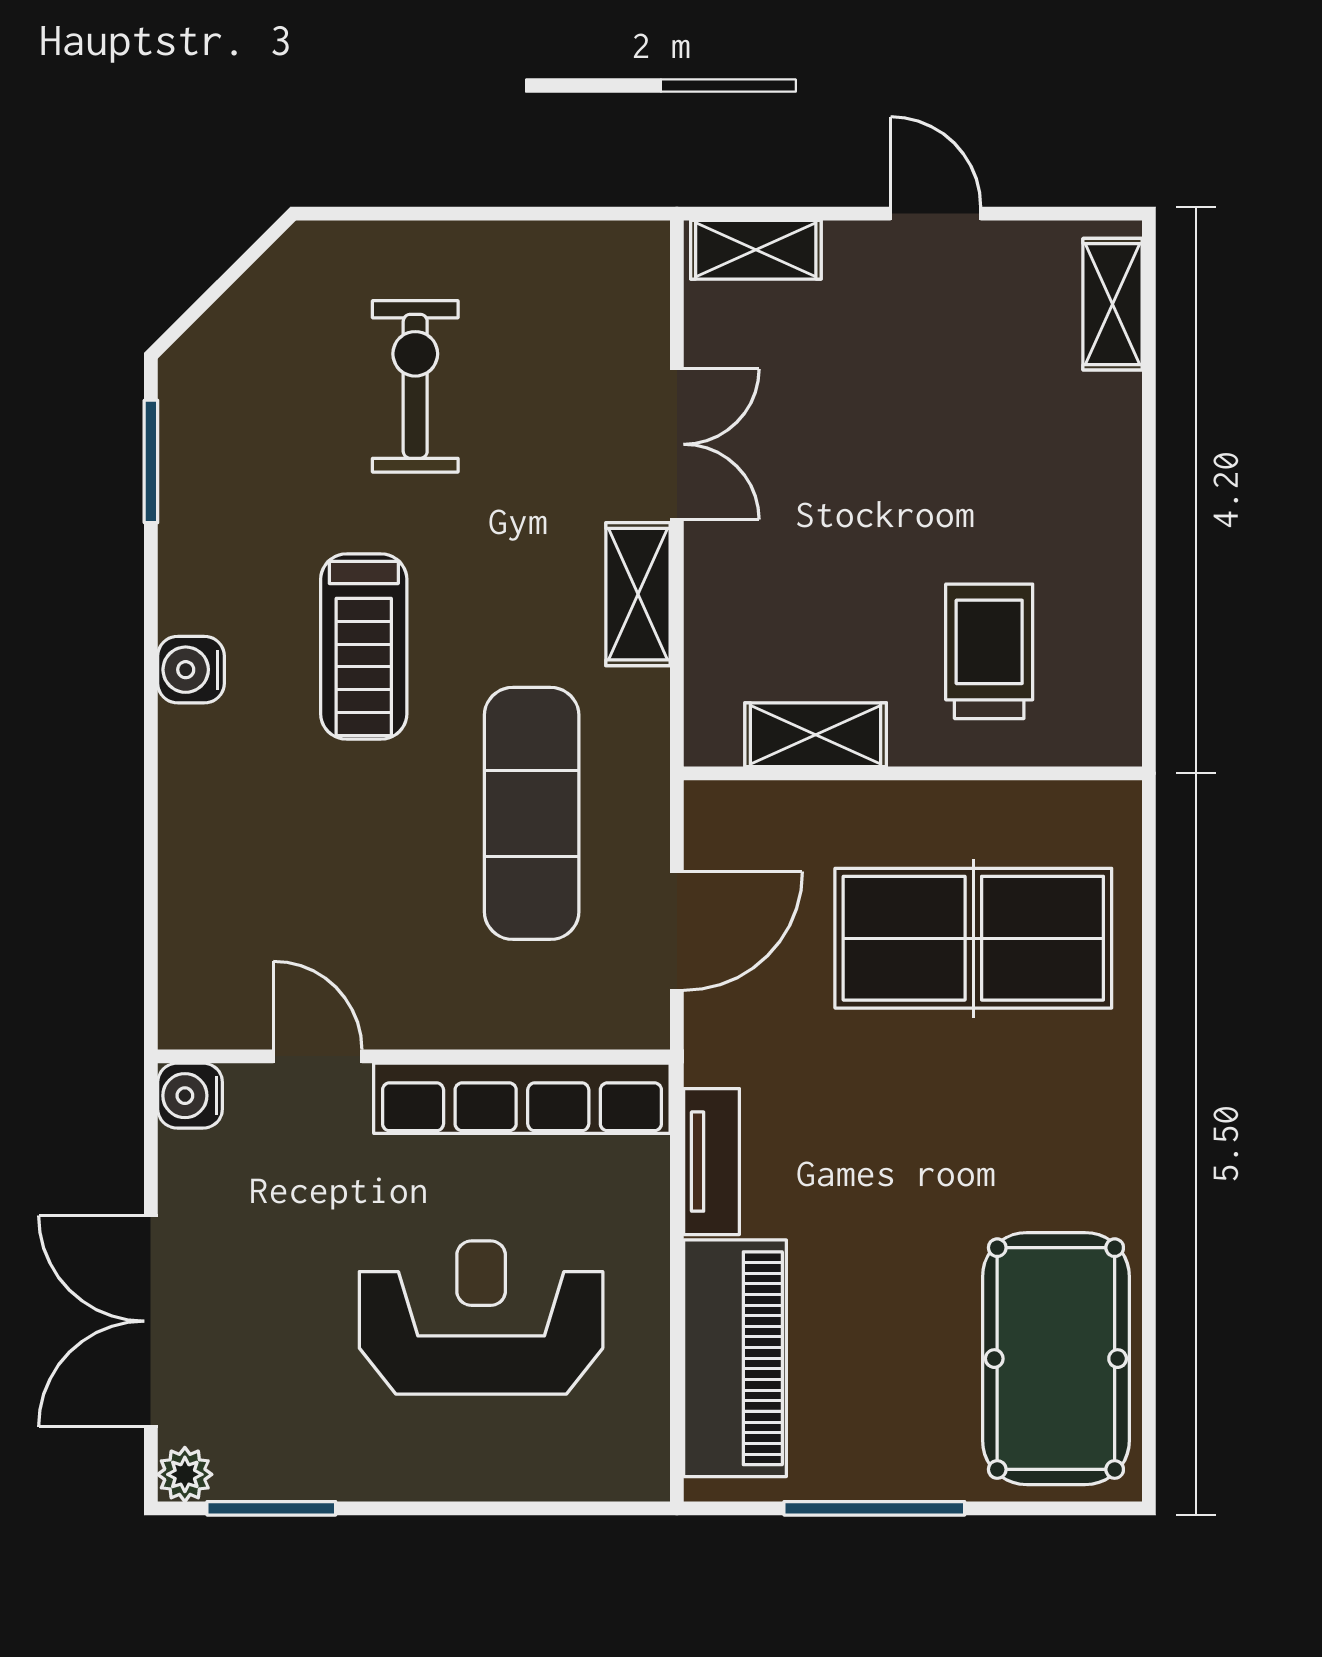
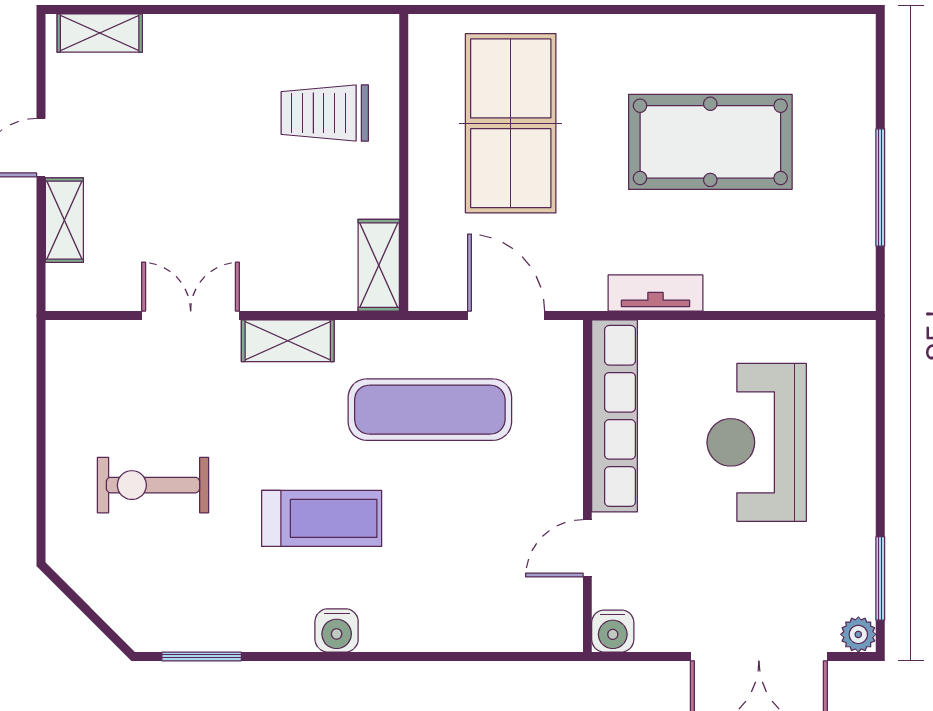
shelving: (756, 250) -> (64, 220), moved
shelving: (816, 735) -> (379, 265), moved
piano: (735, 1358) -> (783, 278), removed
pool table: (1056, 1359) -> (710, 142), moved

